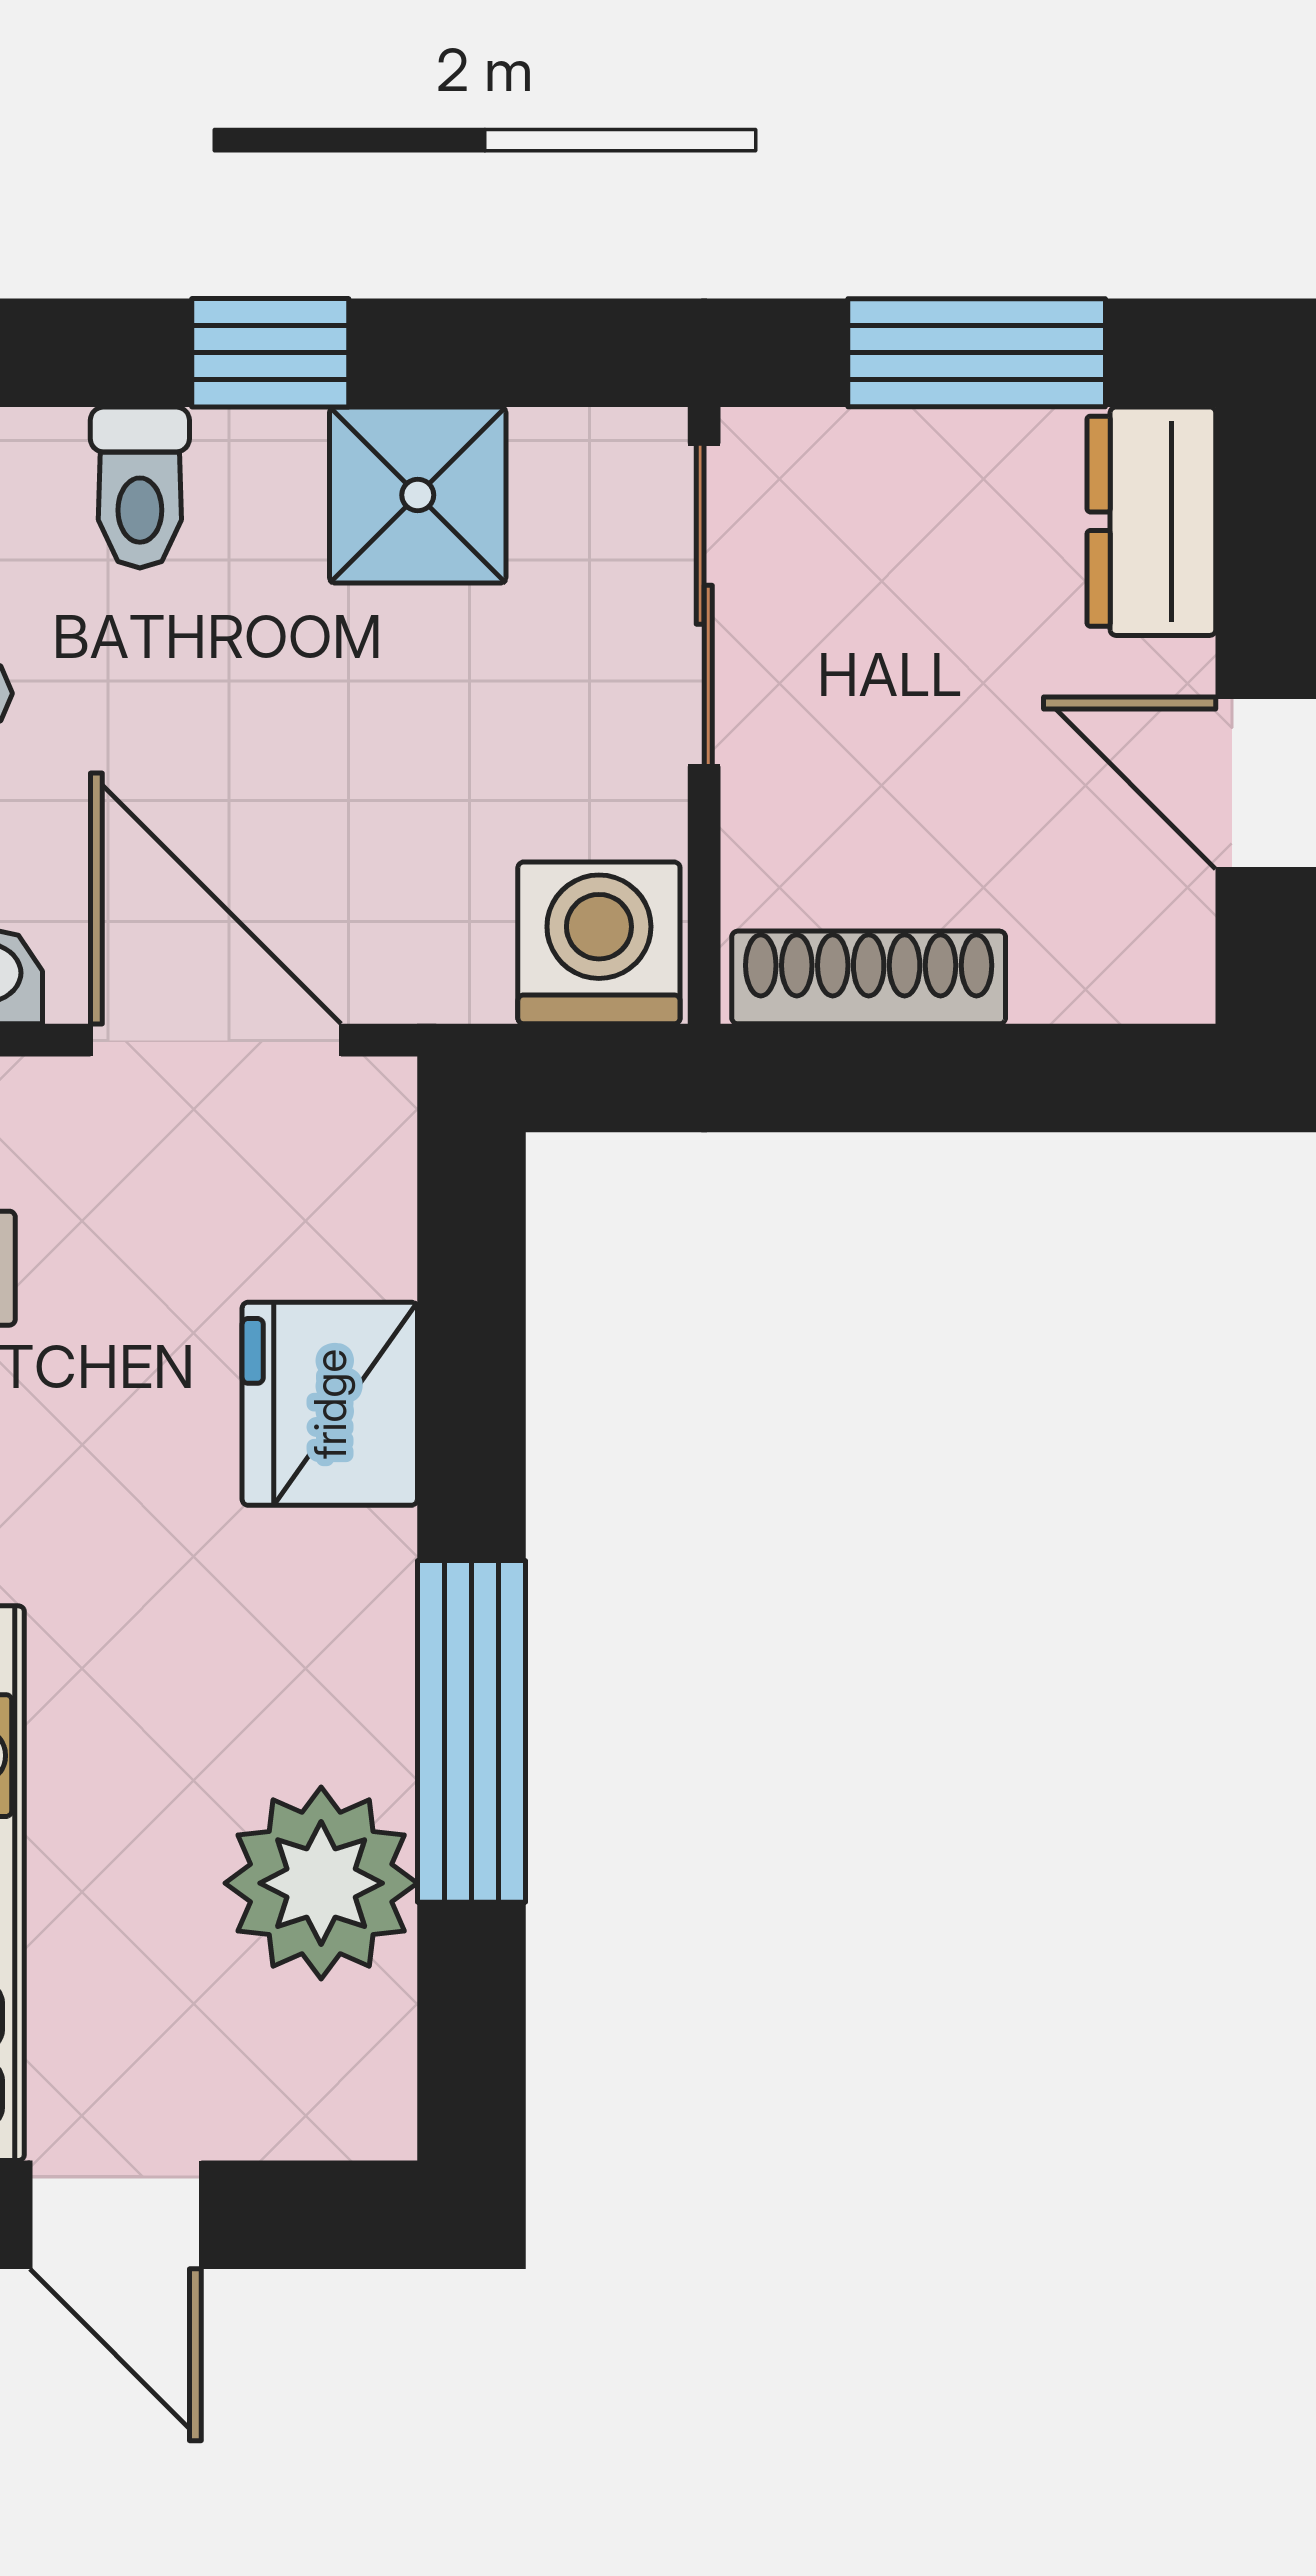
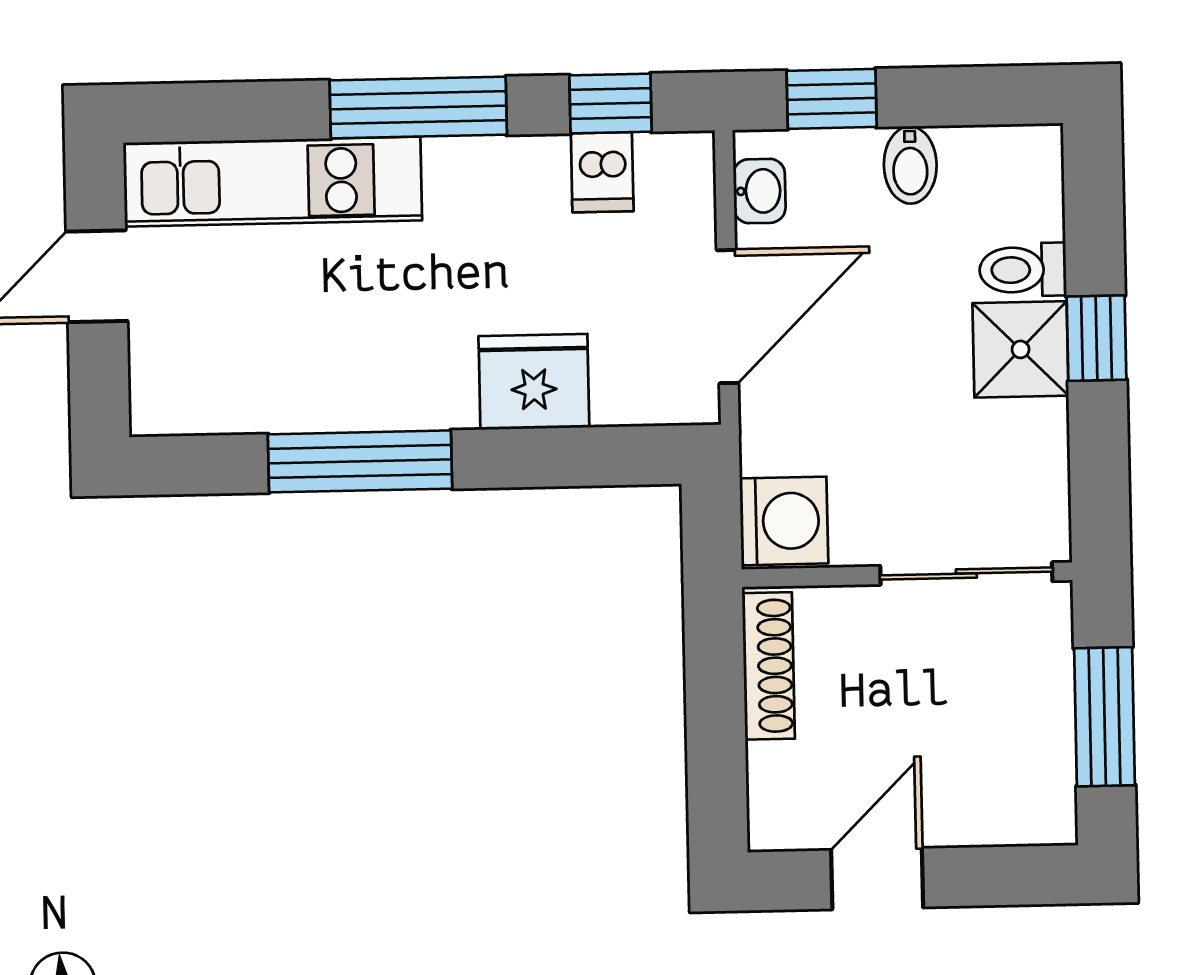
shower: (418, 495) -> (1021, 349), moved
dresser: (1151, 521) -> (1016, 812), removed
plant: (321, 1883) -> (277, 383), removed

